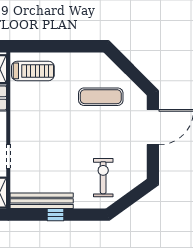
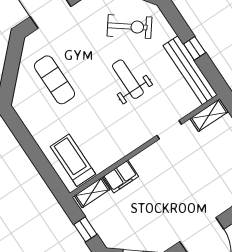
weight bench: (65, 151) -> (128, 79), added
exercise bike: (103, 178) -> (129, 27), turned -143

